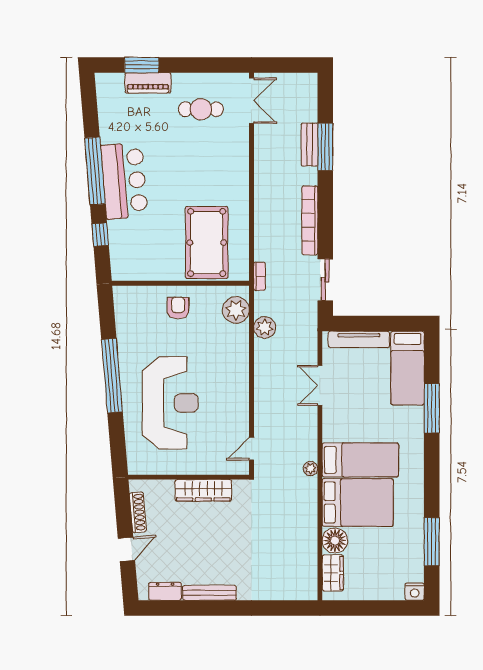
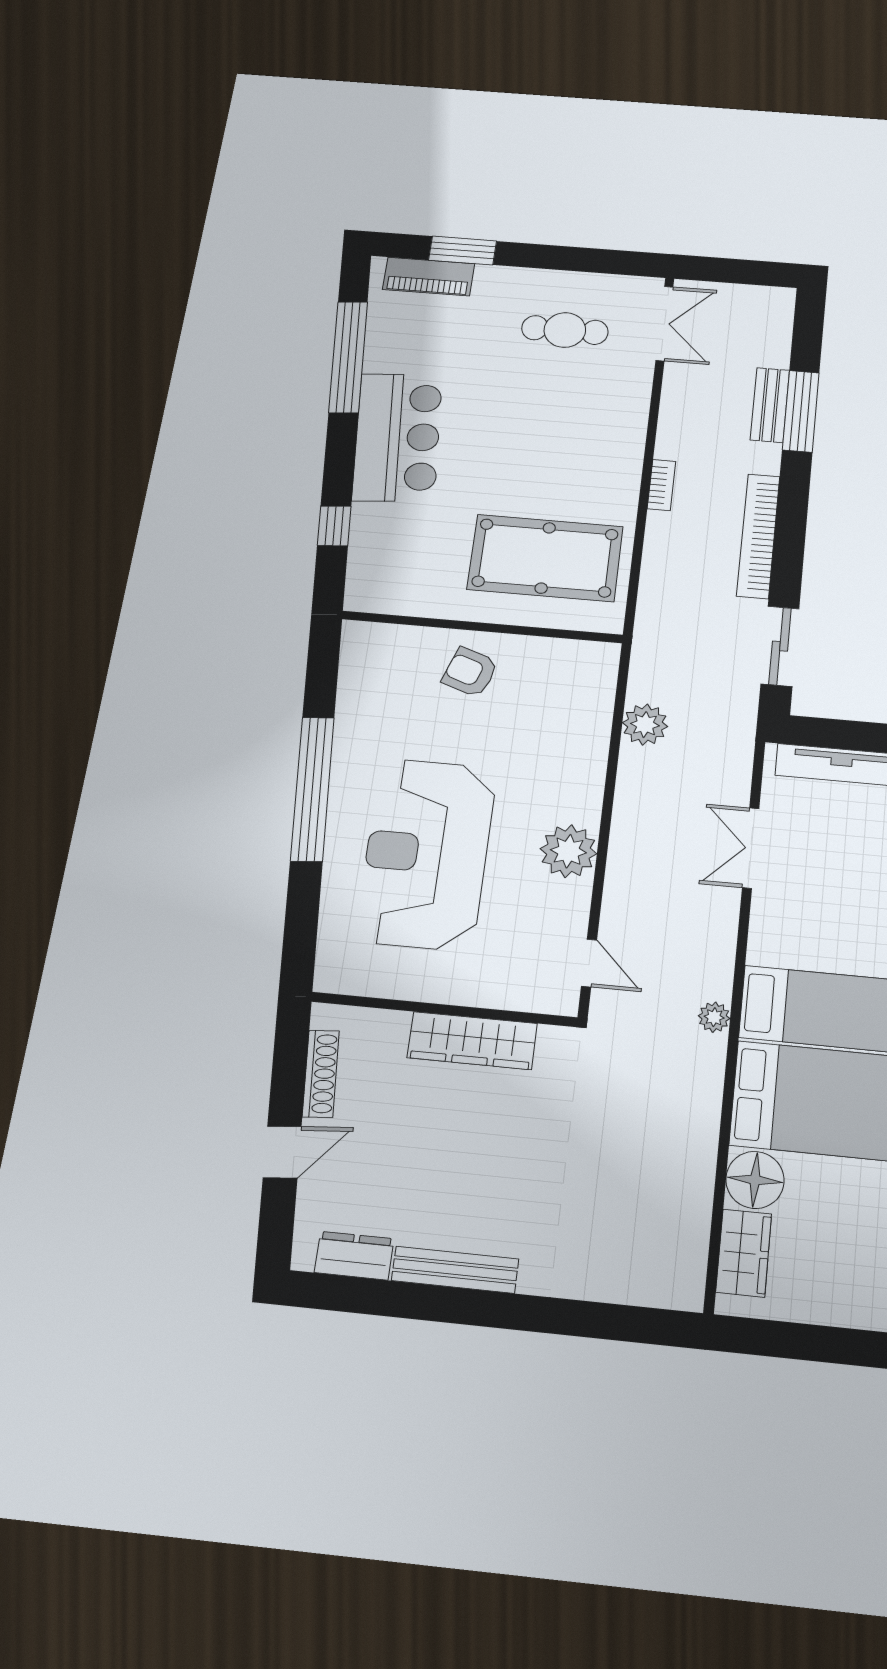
piano: (148, 83) -> (429, 277), moved
window: (95, 171) -> (348, 357), moved
pool table: (207, 243) -> (545, 558), turned 90
bookcase: (260, 276) -> (662, 485), moved
armchair: (178, 308) -> (470, 672), turned -71
plant: (236, 310) -> (568, 851), moved
reception desk: (170, 403) -> (426, 853), turned 180
door: (252, 449) -> (589, 963), swing flipped

